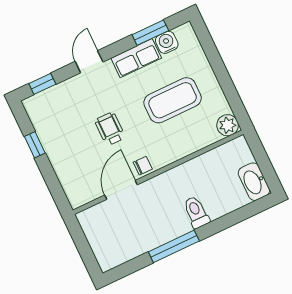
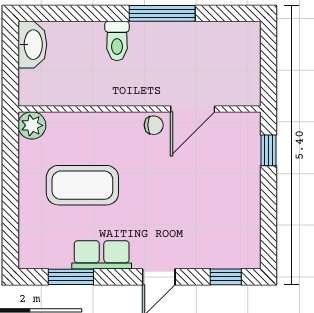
water cooler: (167, 42) -> (57, 256), removed
wheelchair: (110, 129) -> (172, 187), removed
window: (35, 145) -> (268, 150), moved
chair: (143, 166) -> (154, 125), turned 180

